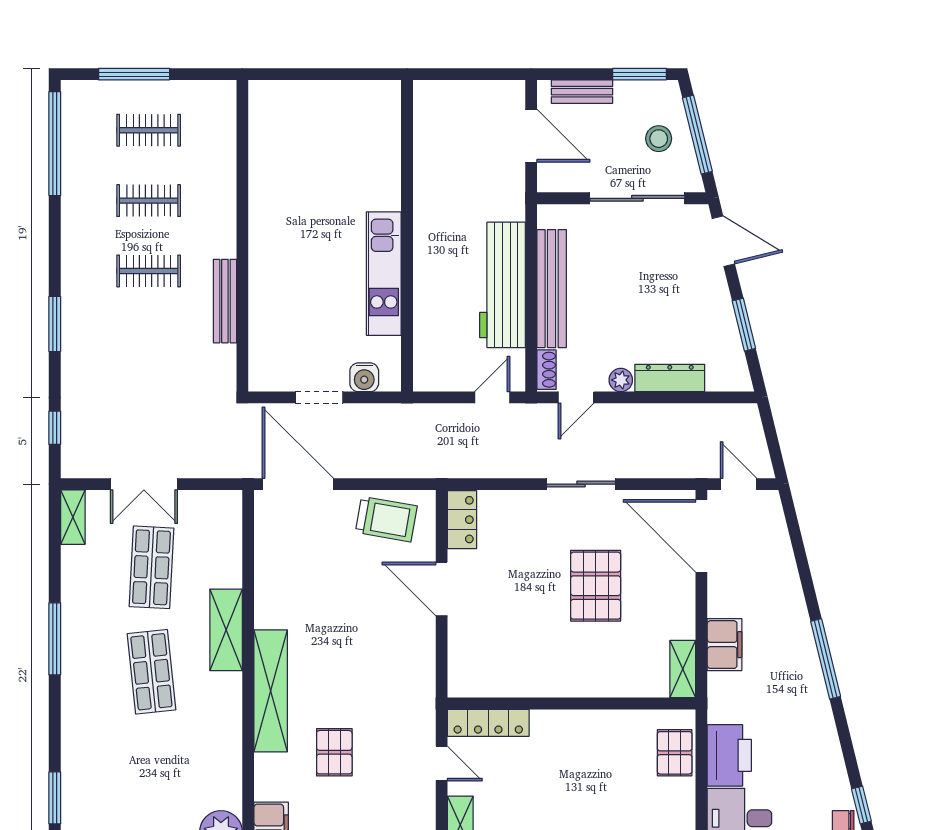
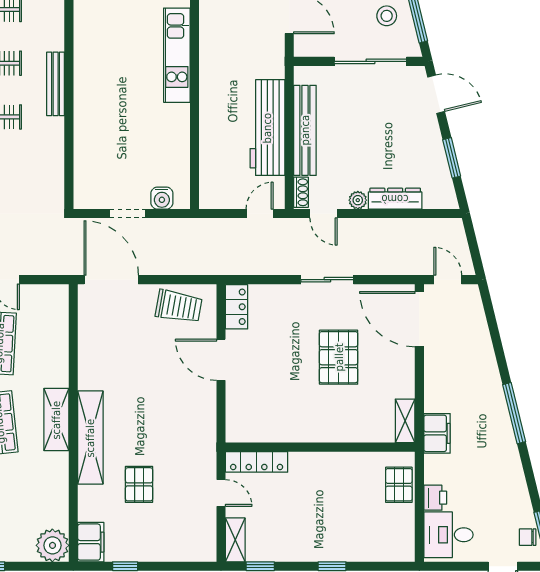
kitchen unit: (384, 274) -> (177, 55), moved
bench: (225, 301) -> (56, 84), moved
door: (576, 397) -> (324, 213), hinge flipped
shelving: (226, 630) -> (56, 420), moved
filing cabinet: (725, 645) -> (437, 433), moved
printer: (729, 755) -> (435, 498), width x0.53, depth x0.68

